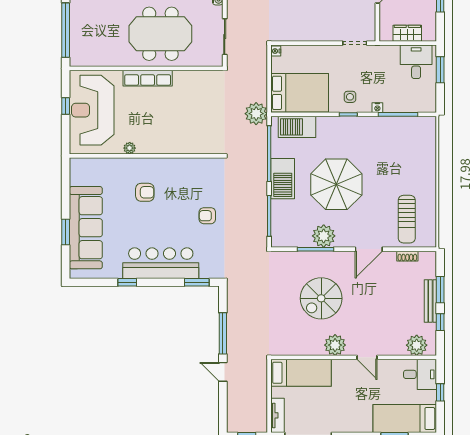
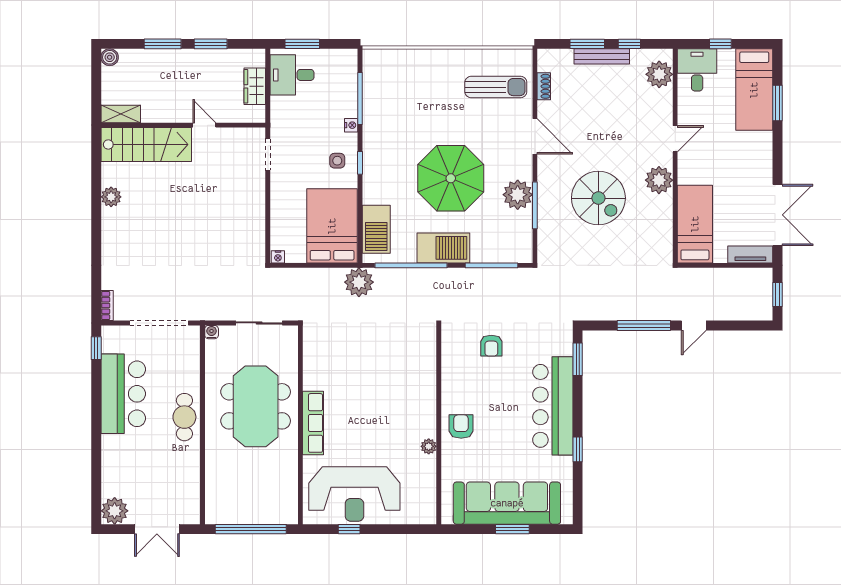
plant: (130, 148) -> (429, 446), moved
wall: (146, 156) -> (439, 425), moved

